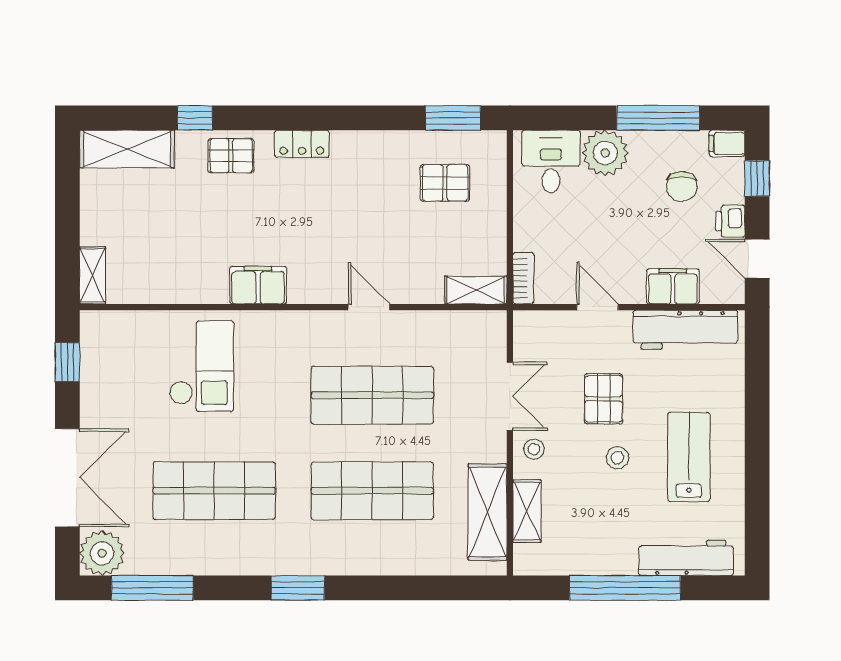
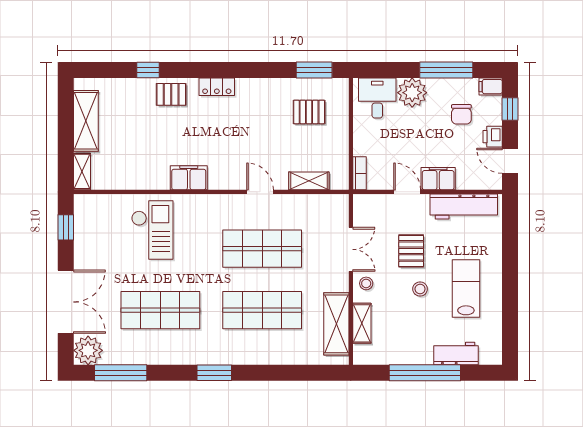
shelving: (127, 149) -> (86, 121), moved, turned 90
filing cabinet: (673, 286) -> (438, 179), moved
shelving: (476, 290) -> (309, 181), moved
workbench: (686, 558) -> (456, 353), width x0.73

